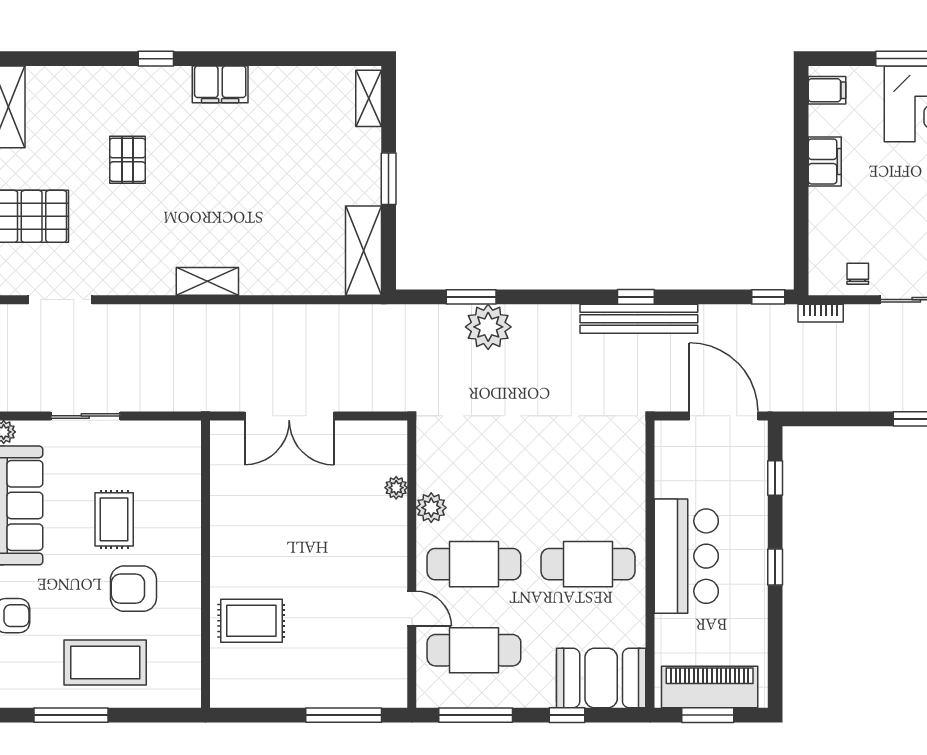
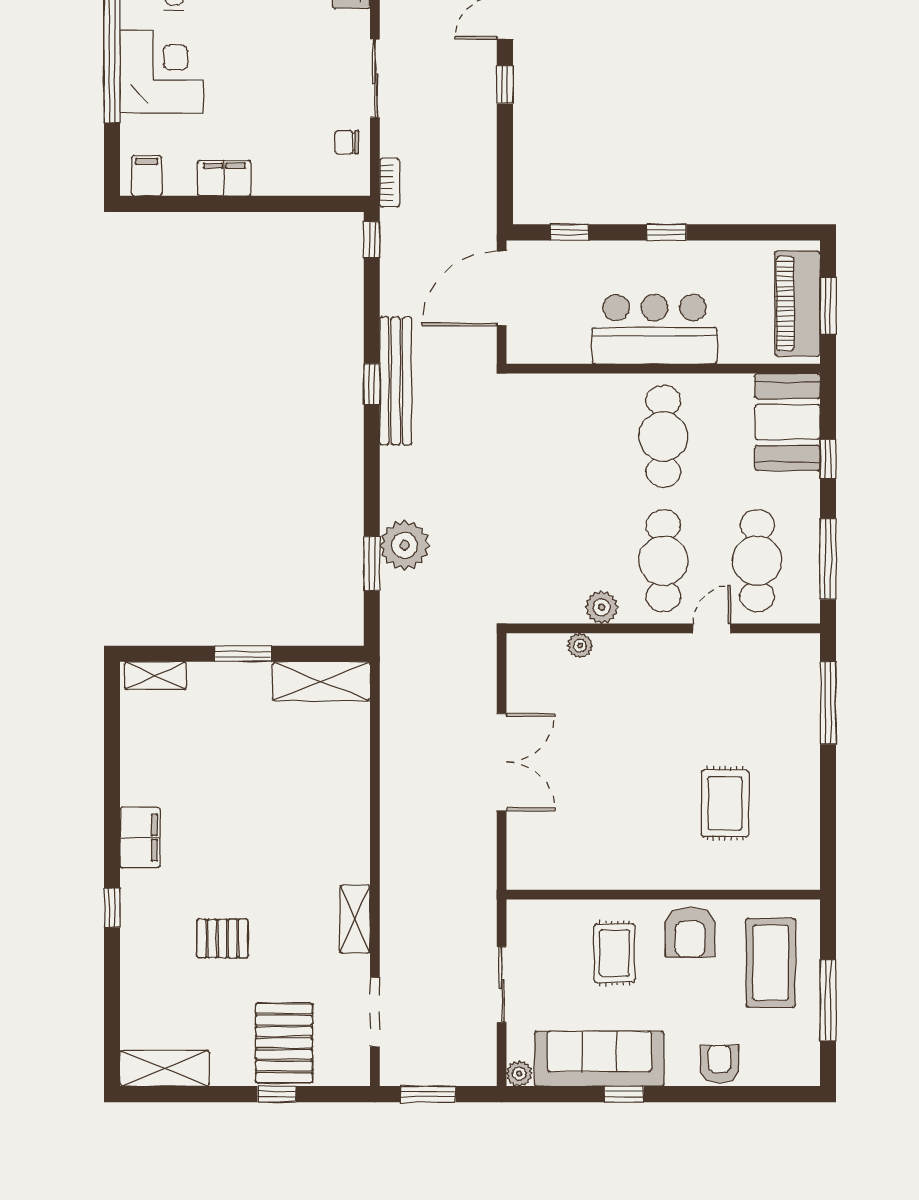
shelving: (207, 281) -> (355, 919), moved
rug: (114, 519) -> (615, 953), turned 90
wall: (206, 564) -> (663, 895), moved

